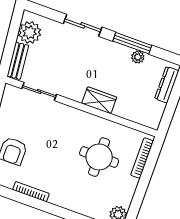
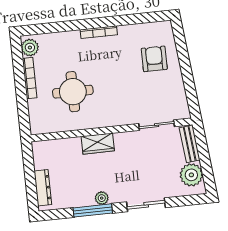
plant: (138, 57) -> (102, 198), moved
bookcase: (142, 158) -> (30, 78), moved
bookcase: (31, 192) -> (99, 32), moved

